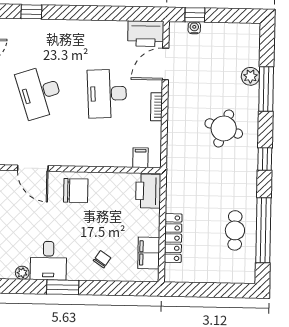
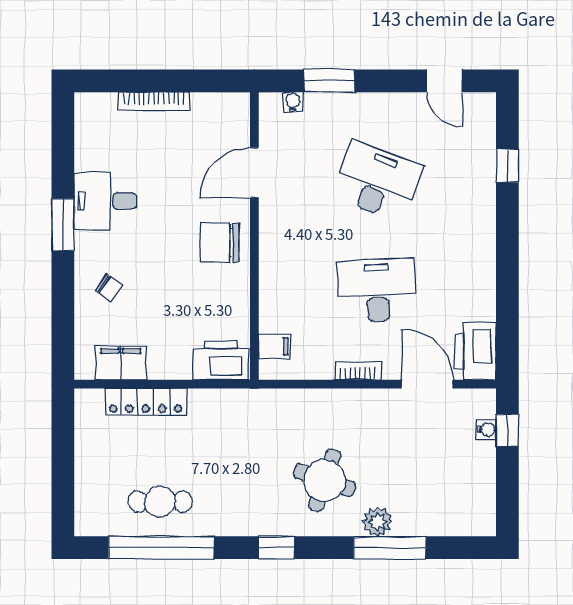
plant: (250, 76) -> (377, 522), moved
desk: (40, 92) -> (377, 182), turned 39
chair: (76, 191) -> (220, 243), turned 90
plant: (22, 273) -> (85, 159), removed

